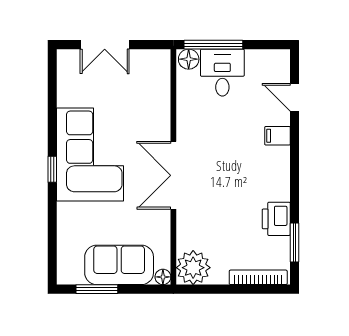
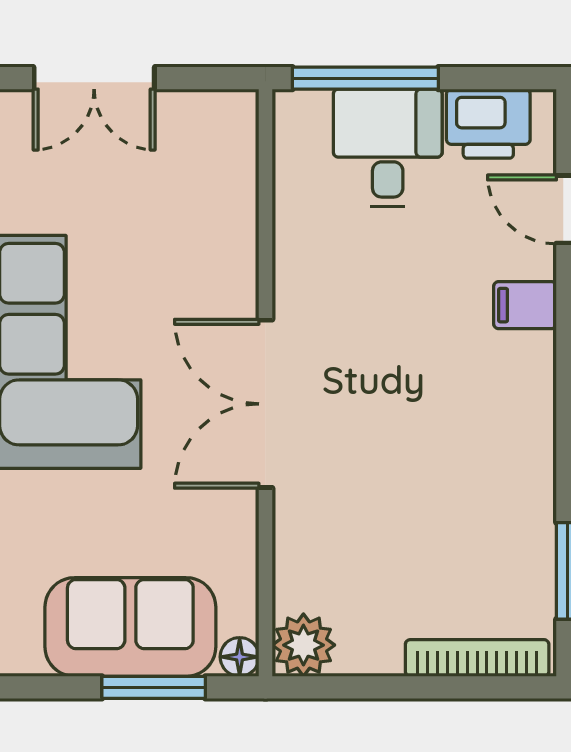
floor lamp: (189, 59) -> (304, 114), removed
printer: (276, 219) -> (488, 124), moved, turned -90
plant: (193, 268) -> (303, 645), width x0.73, depth x0.73
window: (97, 289) -> (154, 687), moved

